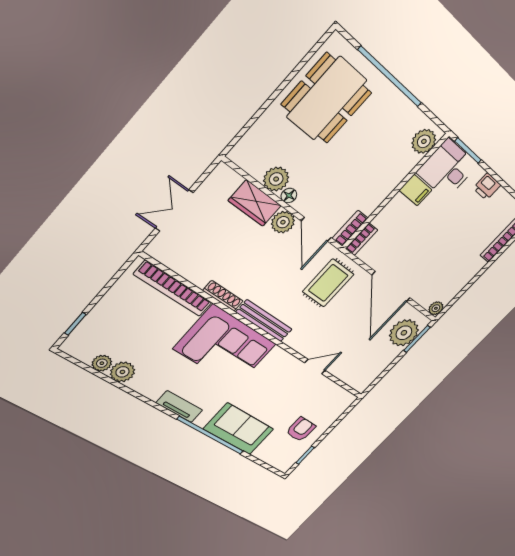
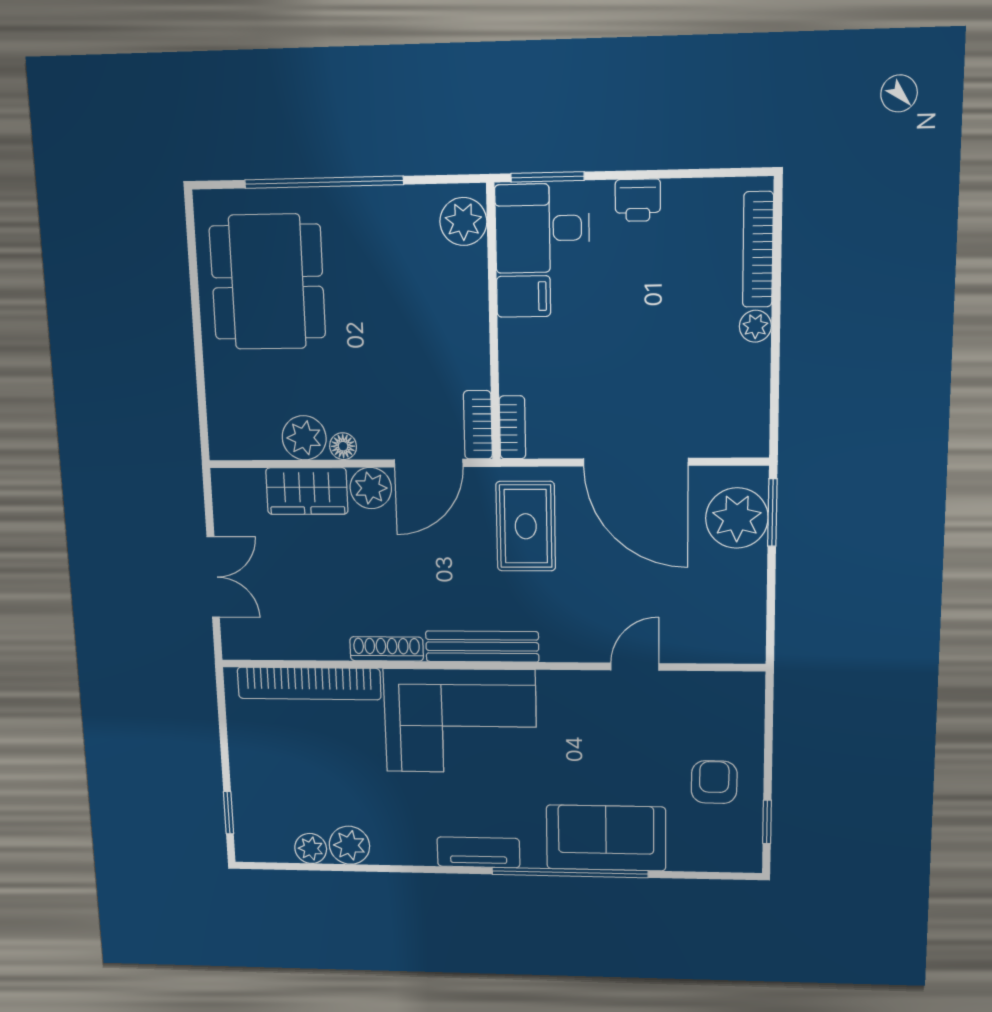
double door: (174, 210) -> (213, 577), swing flipped
door: (316, 229) -> (429, 463), hinge flipped
plant: (436, 308) -> (755, 326), moved

